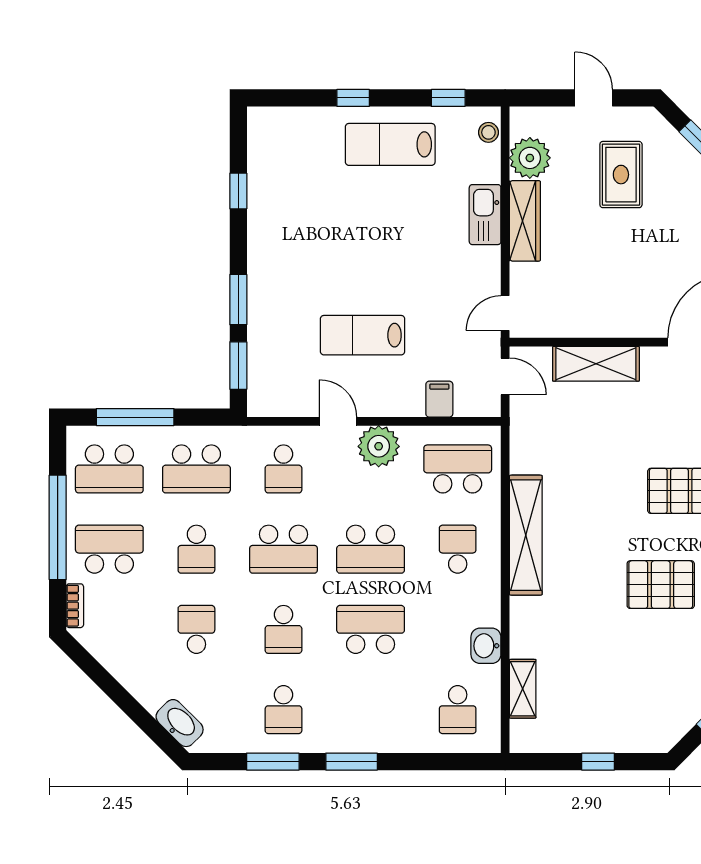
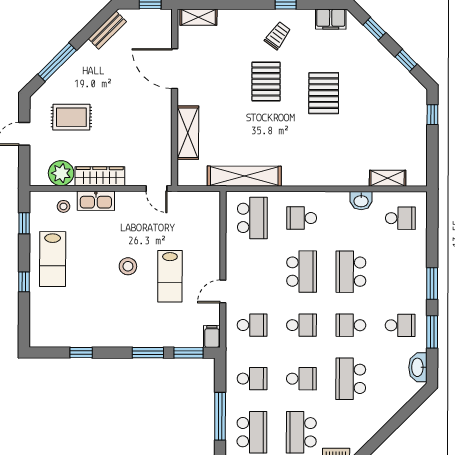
stool: (488, 132) -> (63, 206), moved
stool: (379, 267) -> (128, 266), added
door: (505, 376) -> (195, 189), removed
filing cabinet: (439, 399) -> (212, 337), moved, turned 90
plant: (379, 446) -> (238, 266), removed
school desk: (196, 469) -> (252, 379), width x0.54
school desk: (458, 469) -> (252, 218), turned 180
shelving: (526, 535) -> (244, 176), moved
school desk: (283, 549) -> (301, 325), width x0.54
school desk: (196, 629) -> (351, 379), width x1.85
school desk: (283, 629) -> (351, 325), turned 180
washbasin: (180, 723) -> (418, 367), moved, turned -45
window: (598, 762) -> (432, 115), moved

